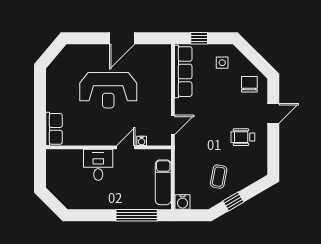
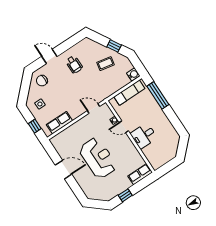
row of seats: (183, 72) -> (59, 123), width x0.68
window: (40, 93) -> (125, 195), added

